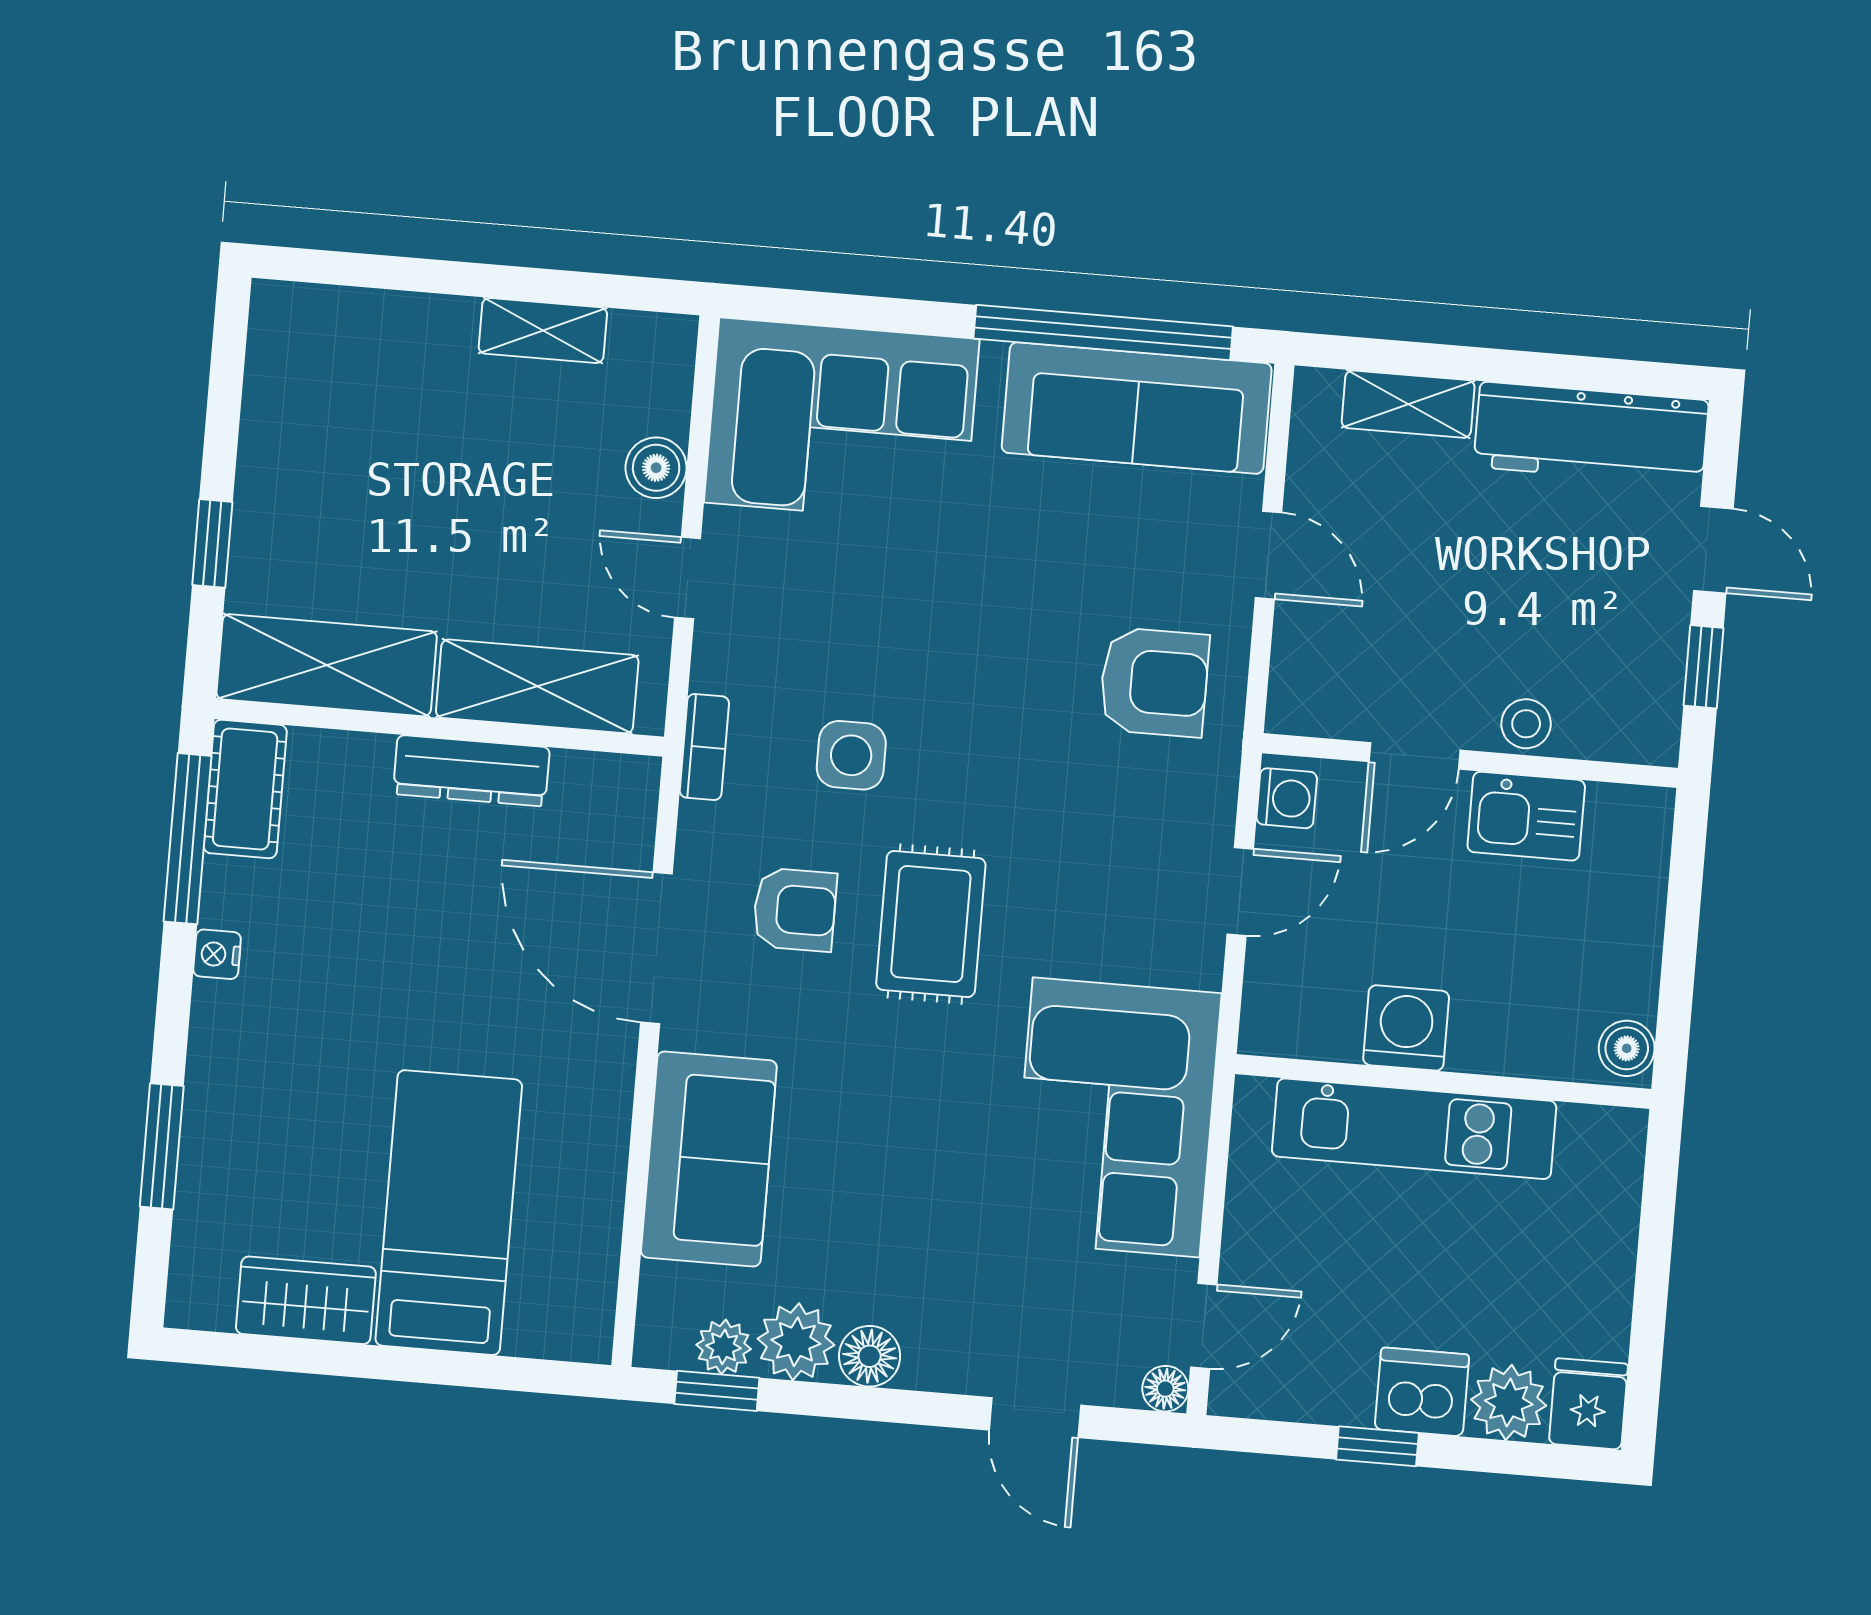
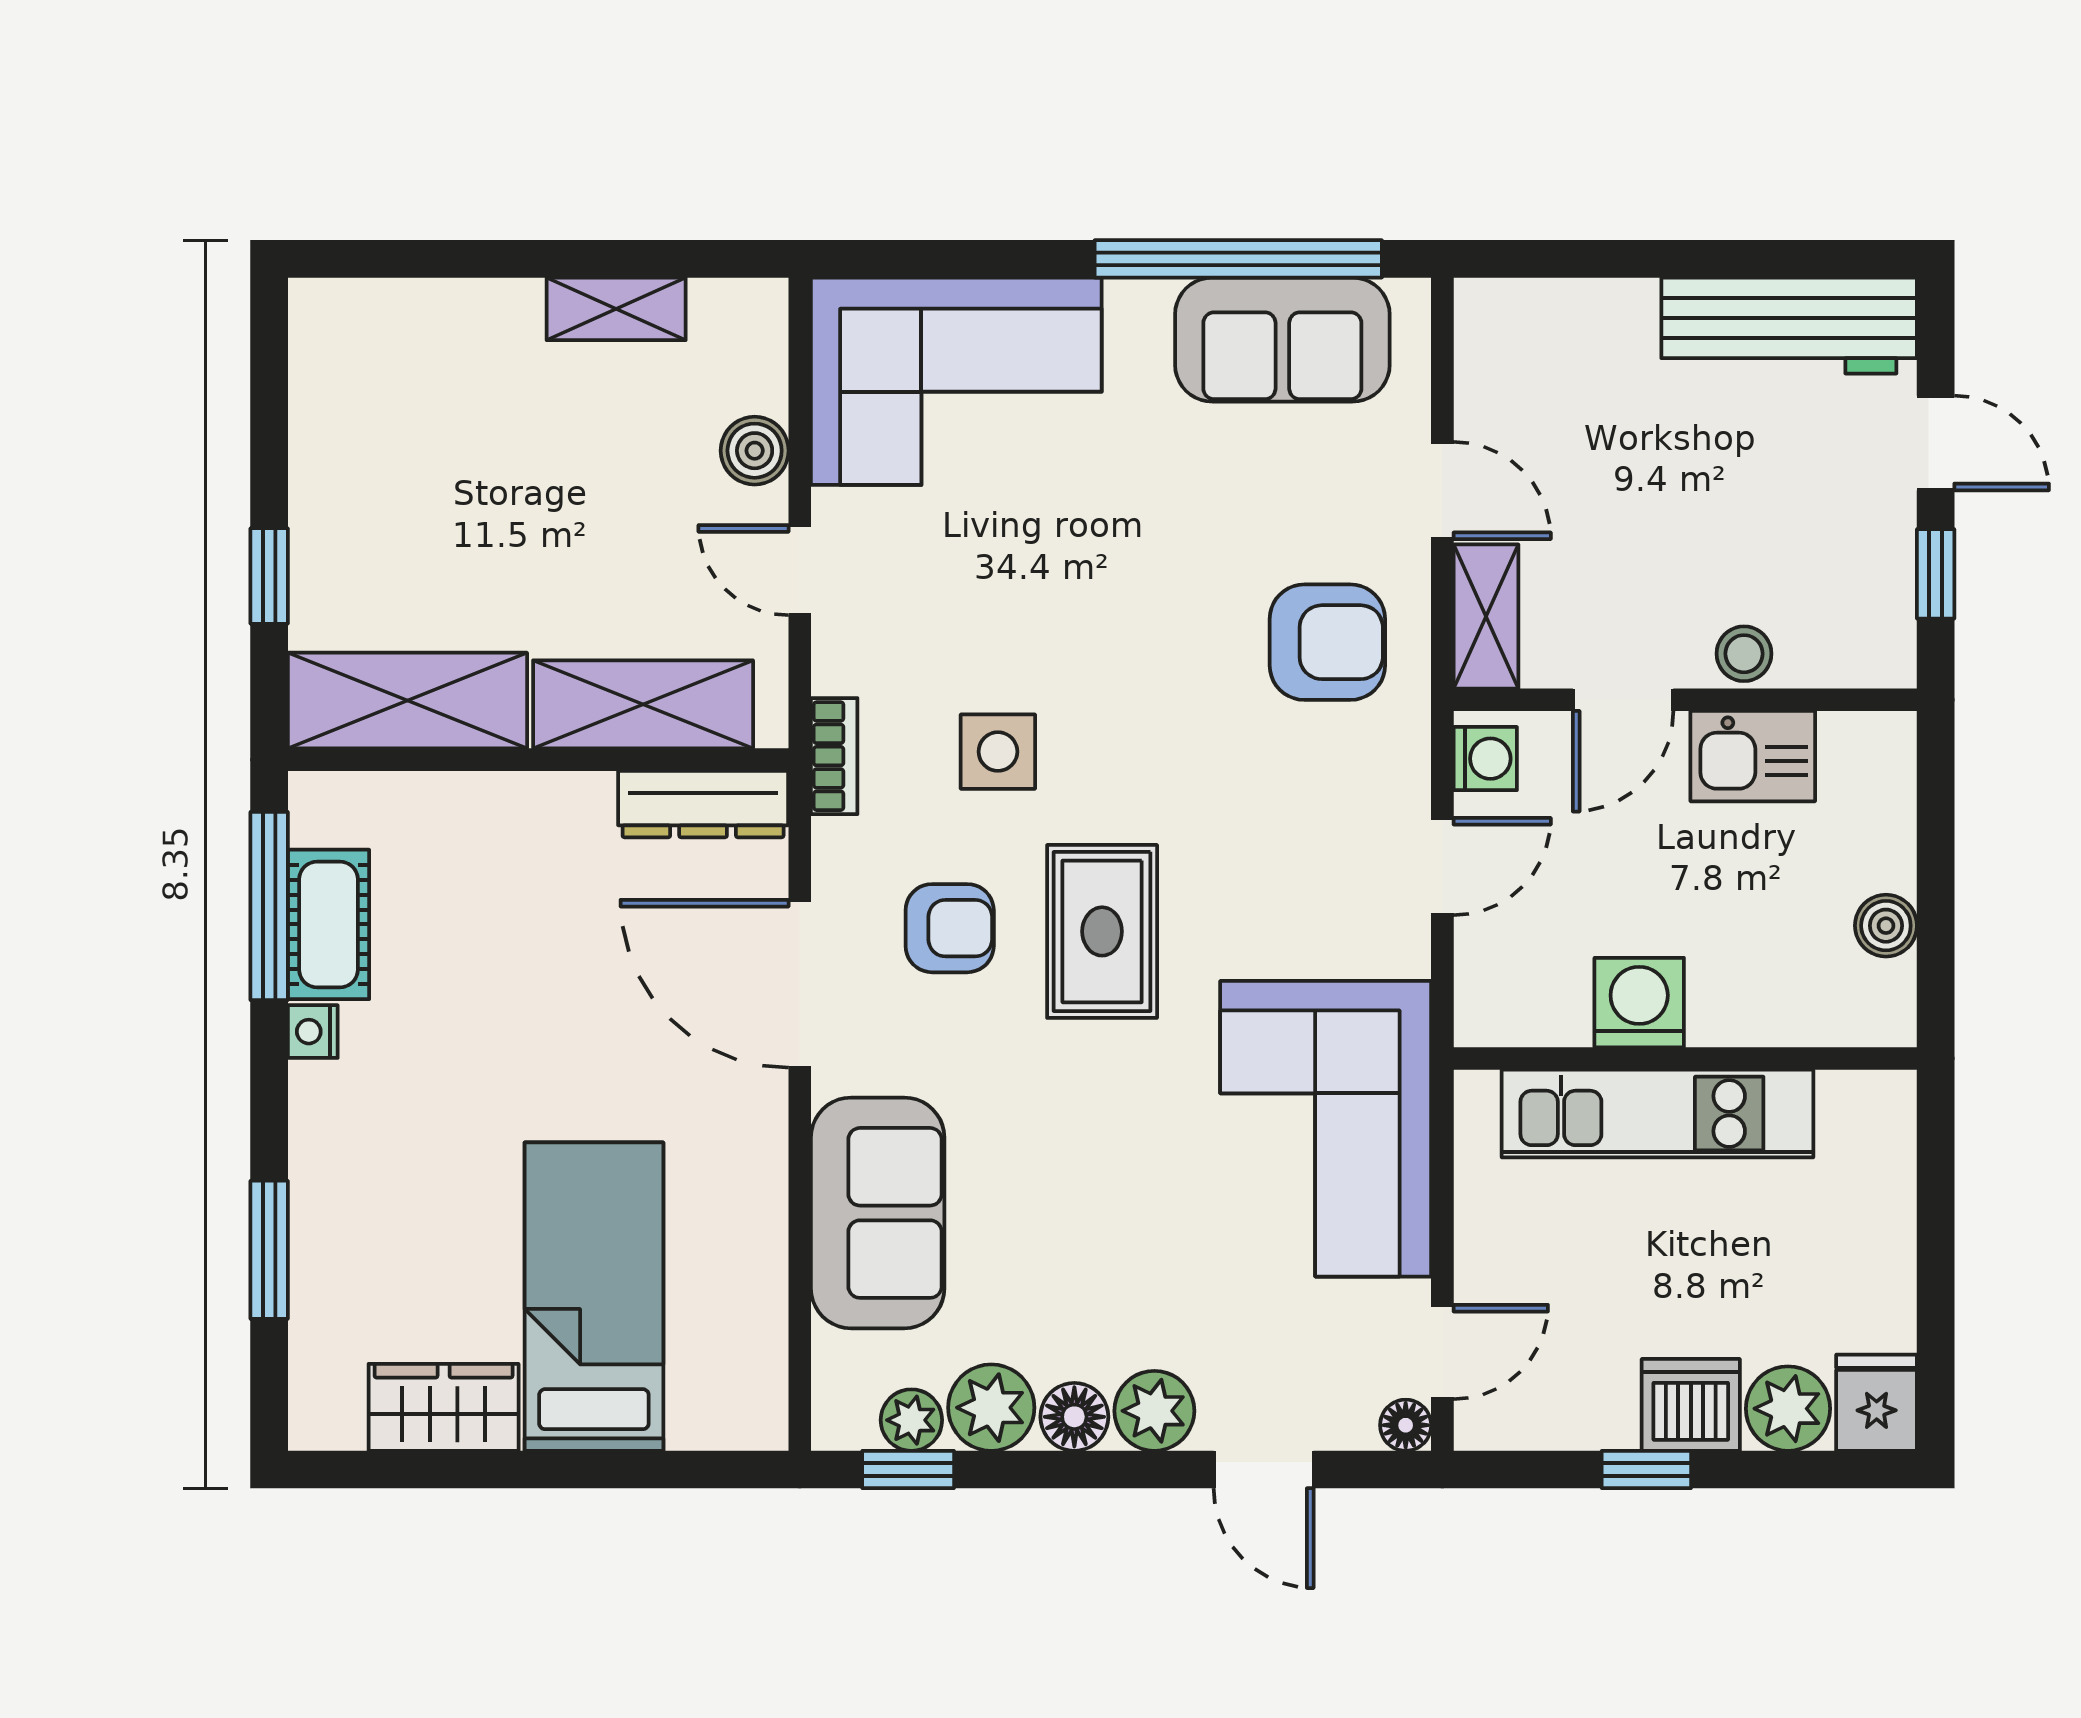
shelving: (1408, 404) -> (1486, 617), moved, turned 90
sofa: (1137, 408) -> (1282, 340), width x0.73
dresser: (471, 771) -> (703, 804), moved
cot: (245, 789) -> (328, 924), moved
boiler: (1627, 1048) -> (1886, 926), moved
plant: (942, 1357) -> (1154, 1411), added

